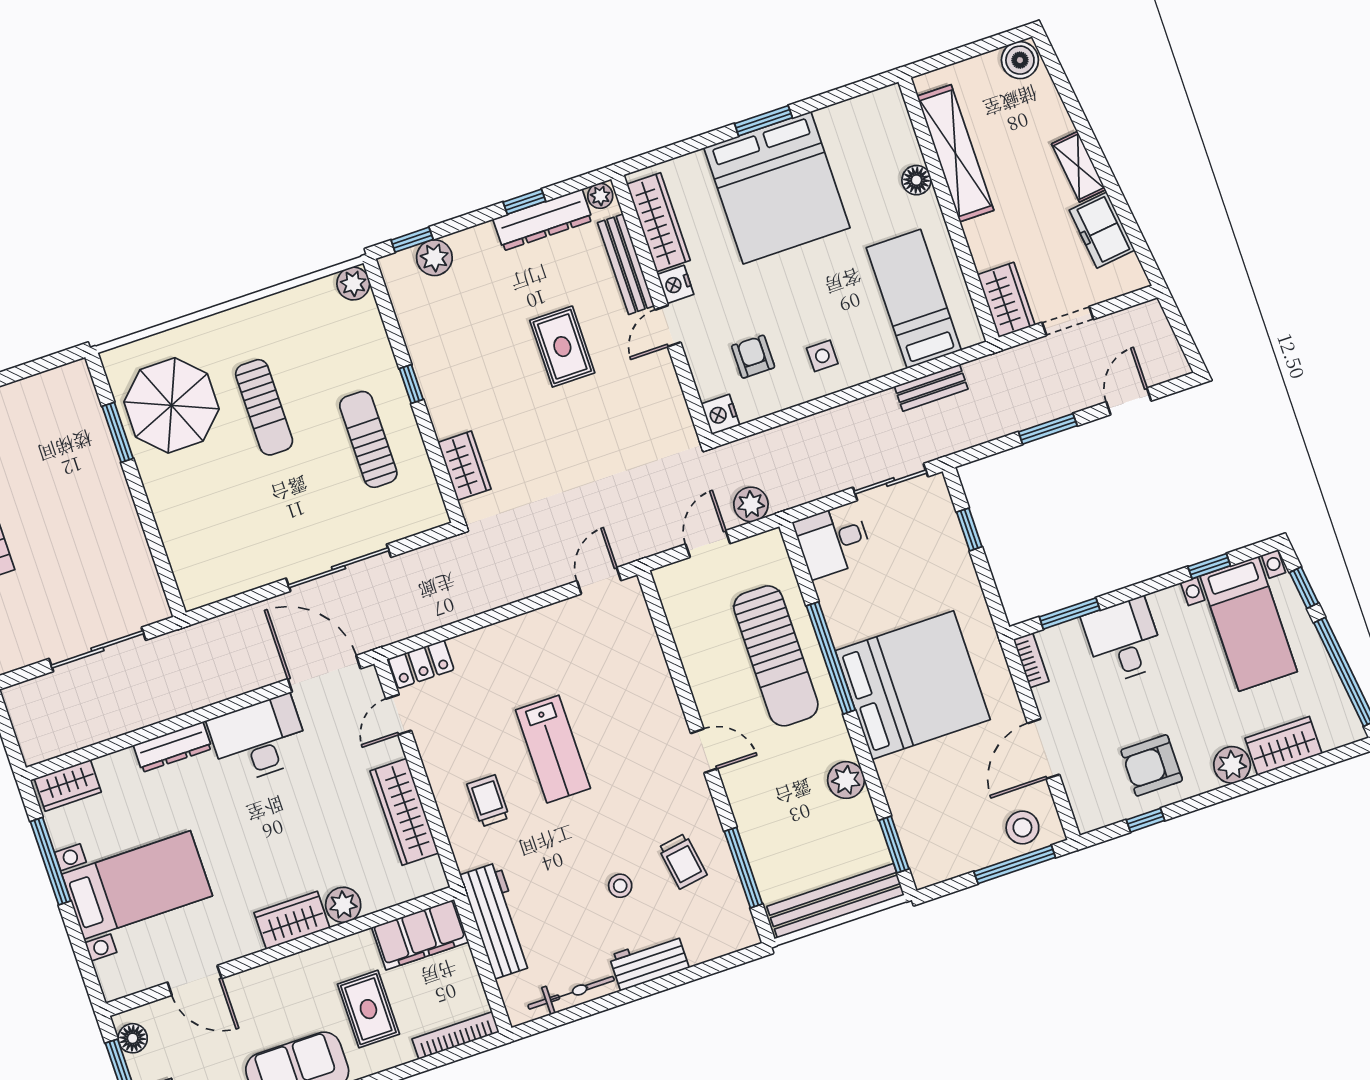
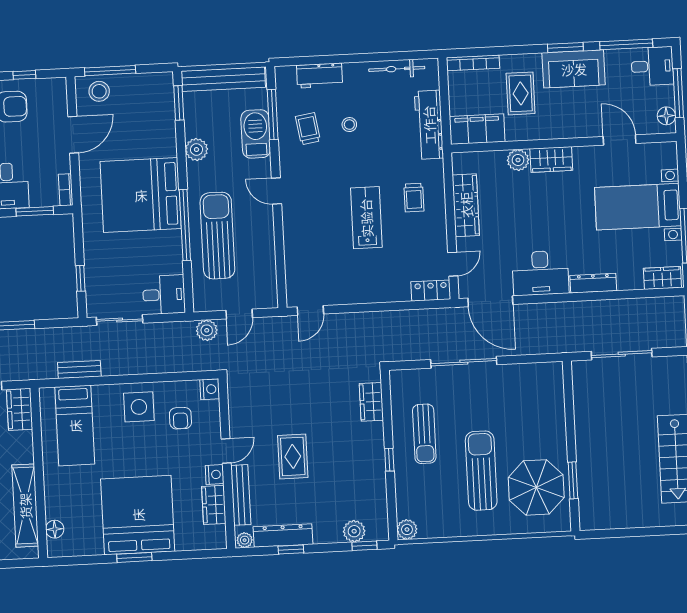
floor lamp: (916, 180) -> (55, 529), moved
wardrobe: (658, 222) -> (214, 505), width x0.67
side table: (822, 356) -> (139, 407), width x1.87, depth x1.87
sun lounger: (264, 407) -> (481, 471), width x1.36, depth x1.34
barbecue: (761, 830) -> (256, 134), added
workbench: (649, 962) -> (320, 76), moved

